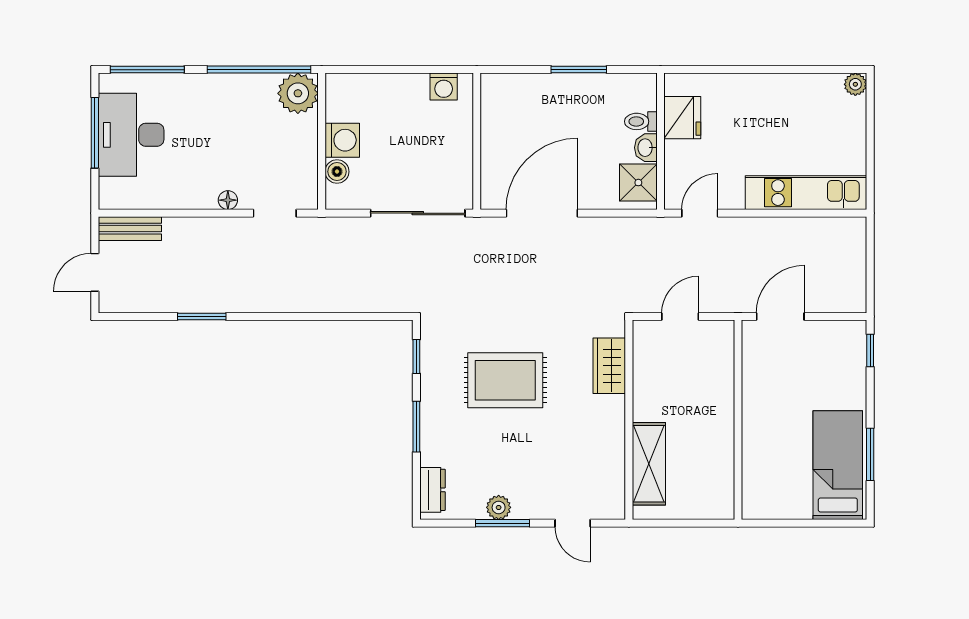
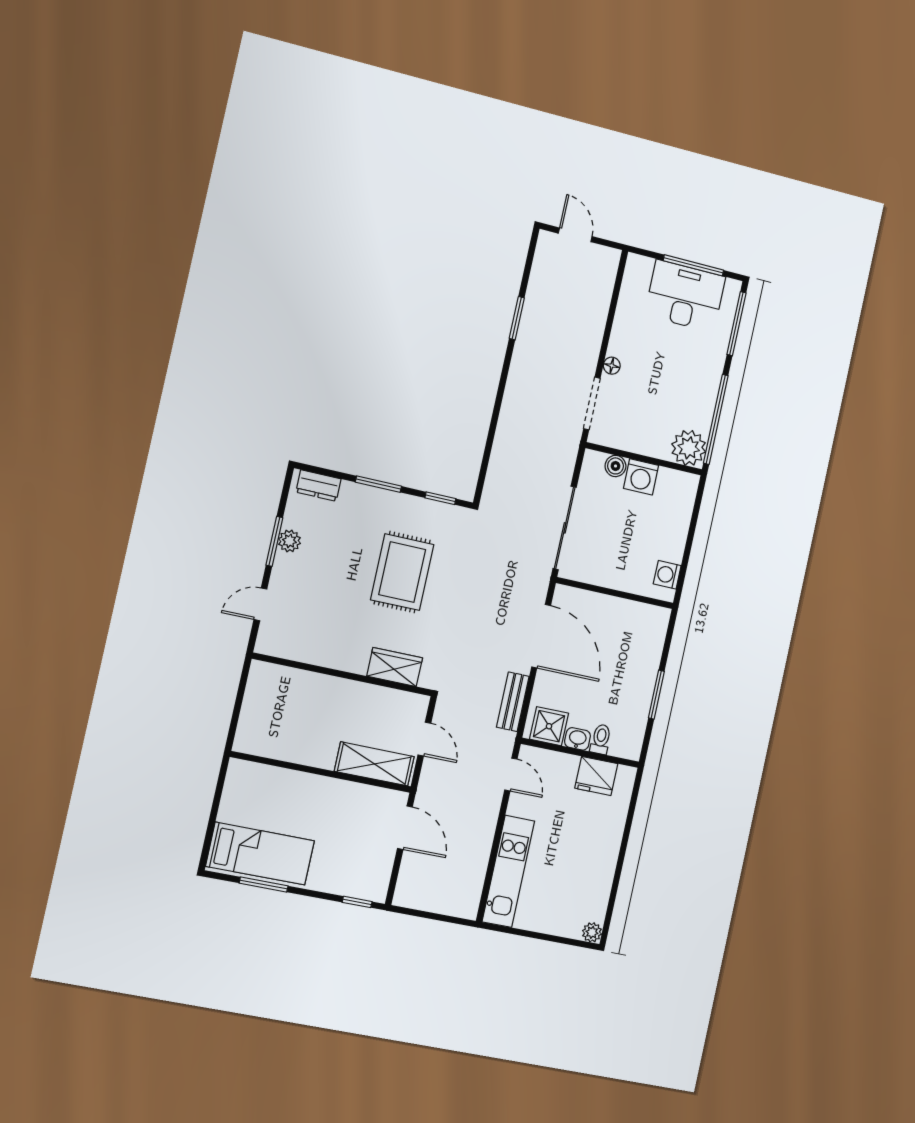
doorway: (275, 213) -> (592, 403), width x1.38
bench: (130, 229) -> (513, 702), moved
shelving: (649, 464) -> (374, 764), moved

